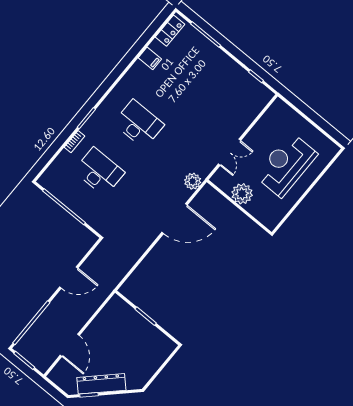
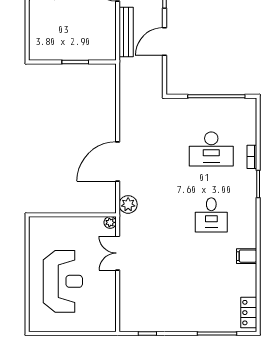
filing cabinet: (150, 58) -> (247, 256), moved
desk: (139, 124) -> (211, 215), width x0.73
plant: (242, 194) -> (110, 222), moved, width x0.53, depth x0.53
bench: (91, 307) -> (126, 32), added

